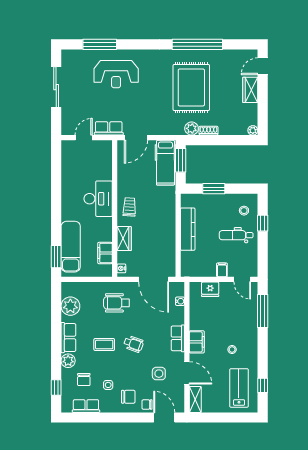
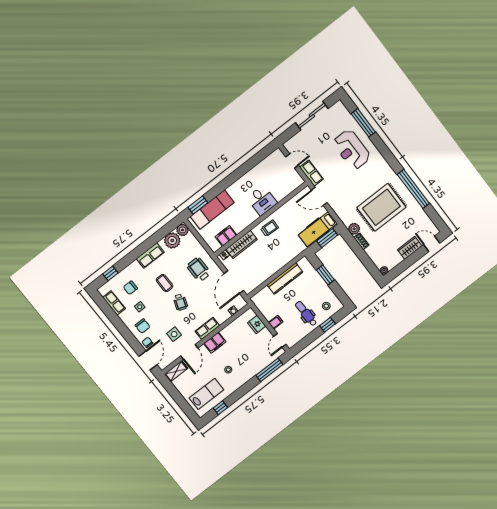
desk: (98, 199) -> (262, 200), width x0.73
wardrobe: (124, 239) -> (242, 244), width x1.50
plant: (68, 361) -> (183, 230), moved

